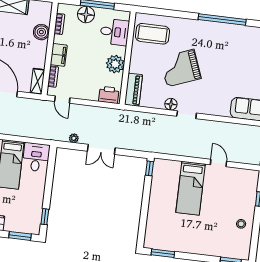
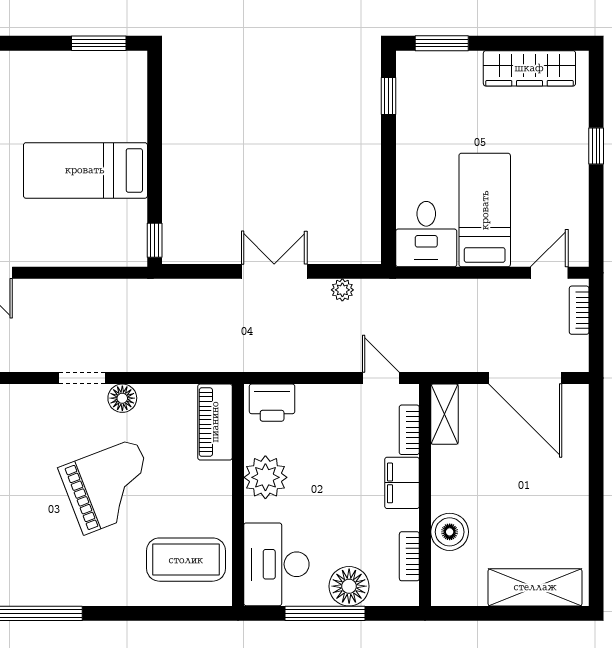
desk: (115, 32) -> (276, 564), width x1.37
bed: (191, 188) -> (85, 170), moved, turned -90

